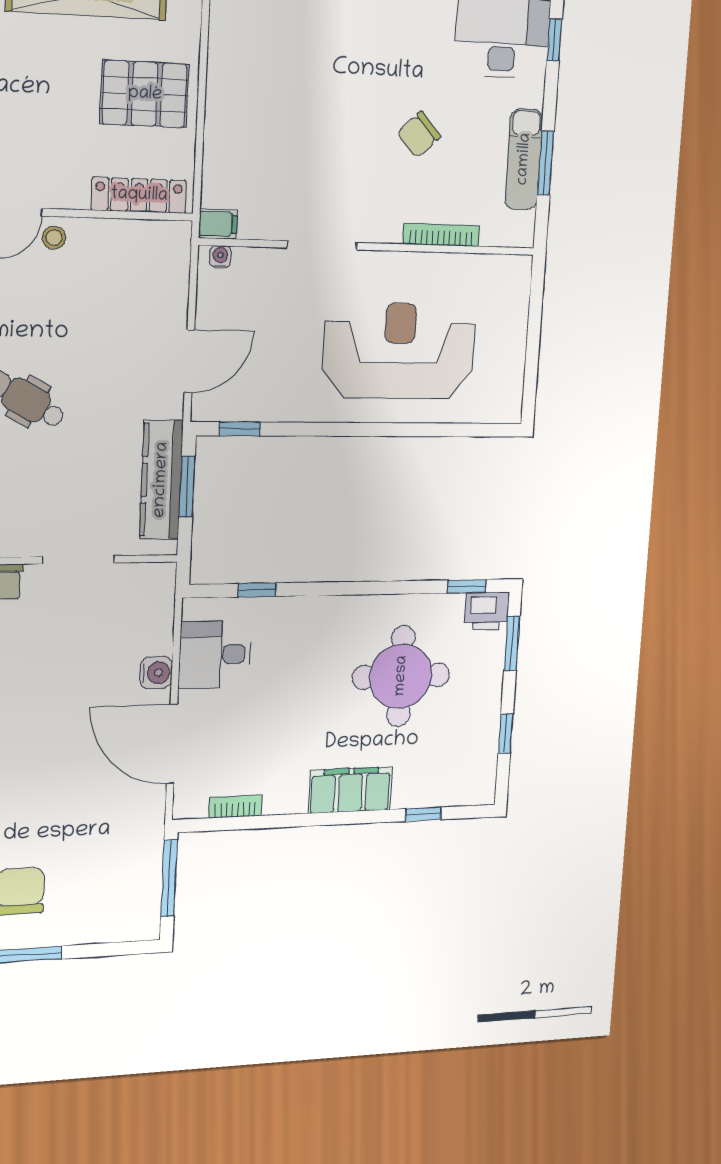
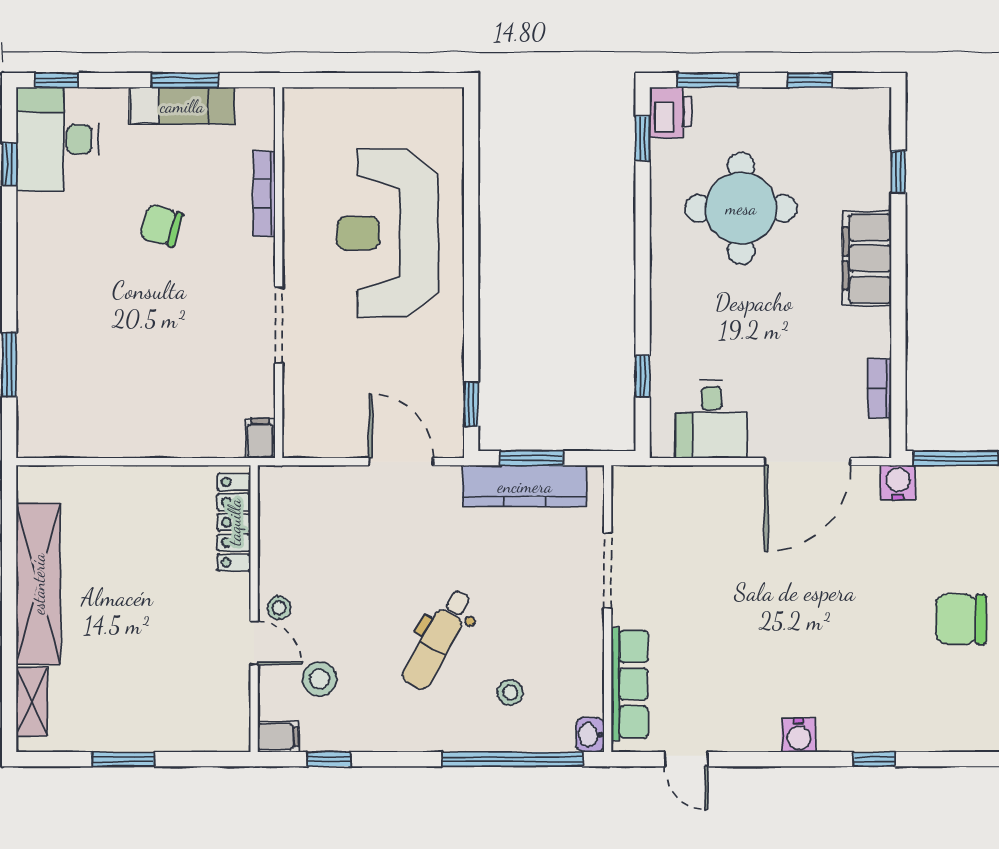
pallet: (145, 94) -> (133, 521), removed
chair: (419, 135) -> (161, 226), turned 149
water cooler: (220, 257) -> (293, 434), removed
water cooler: (156, 673) -> (898, 483), moved

